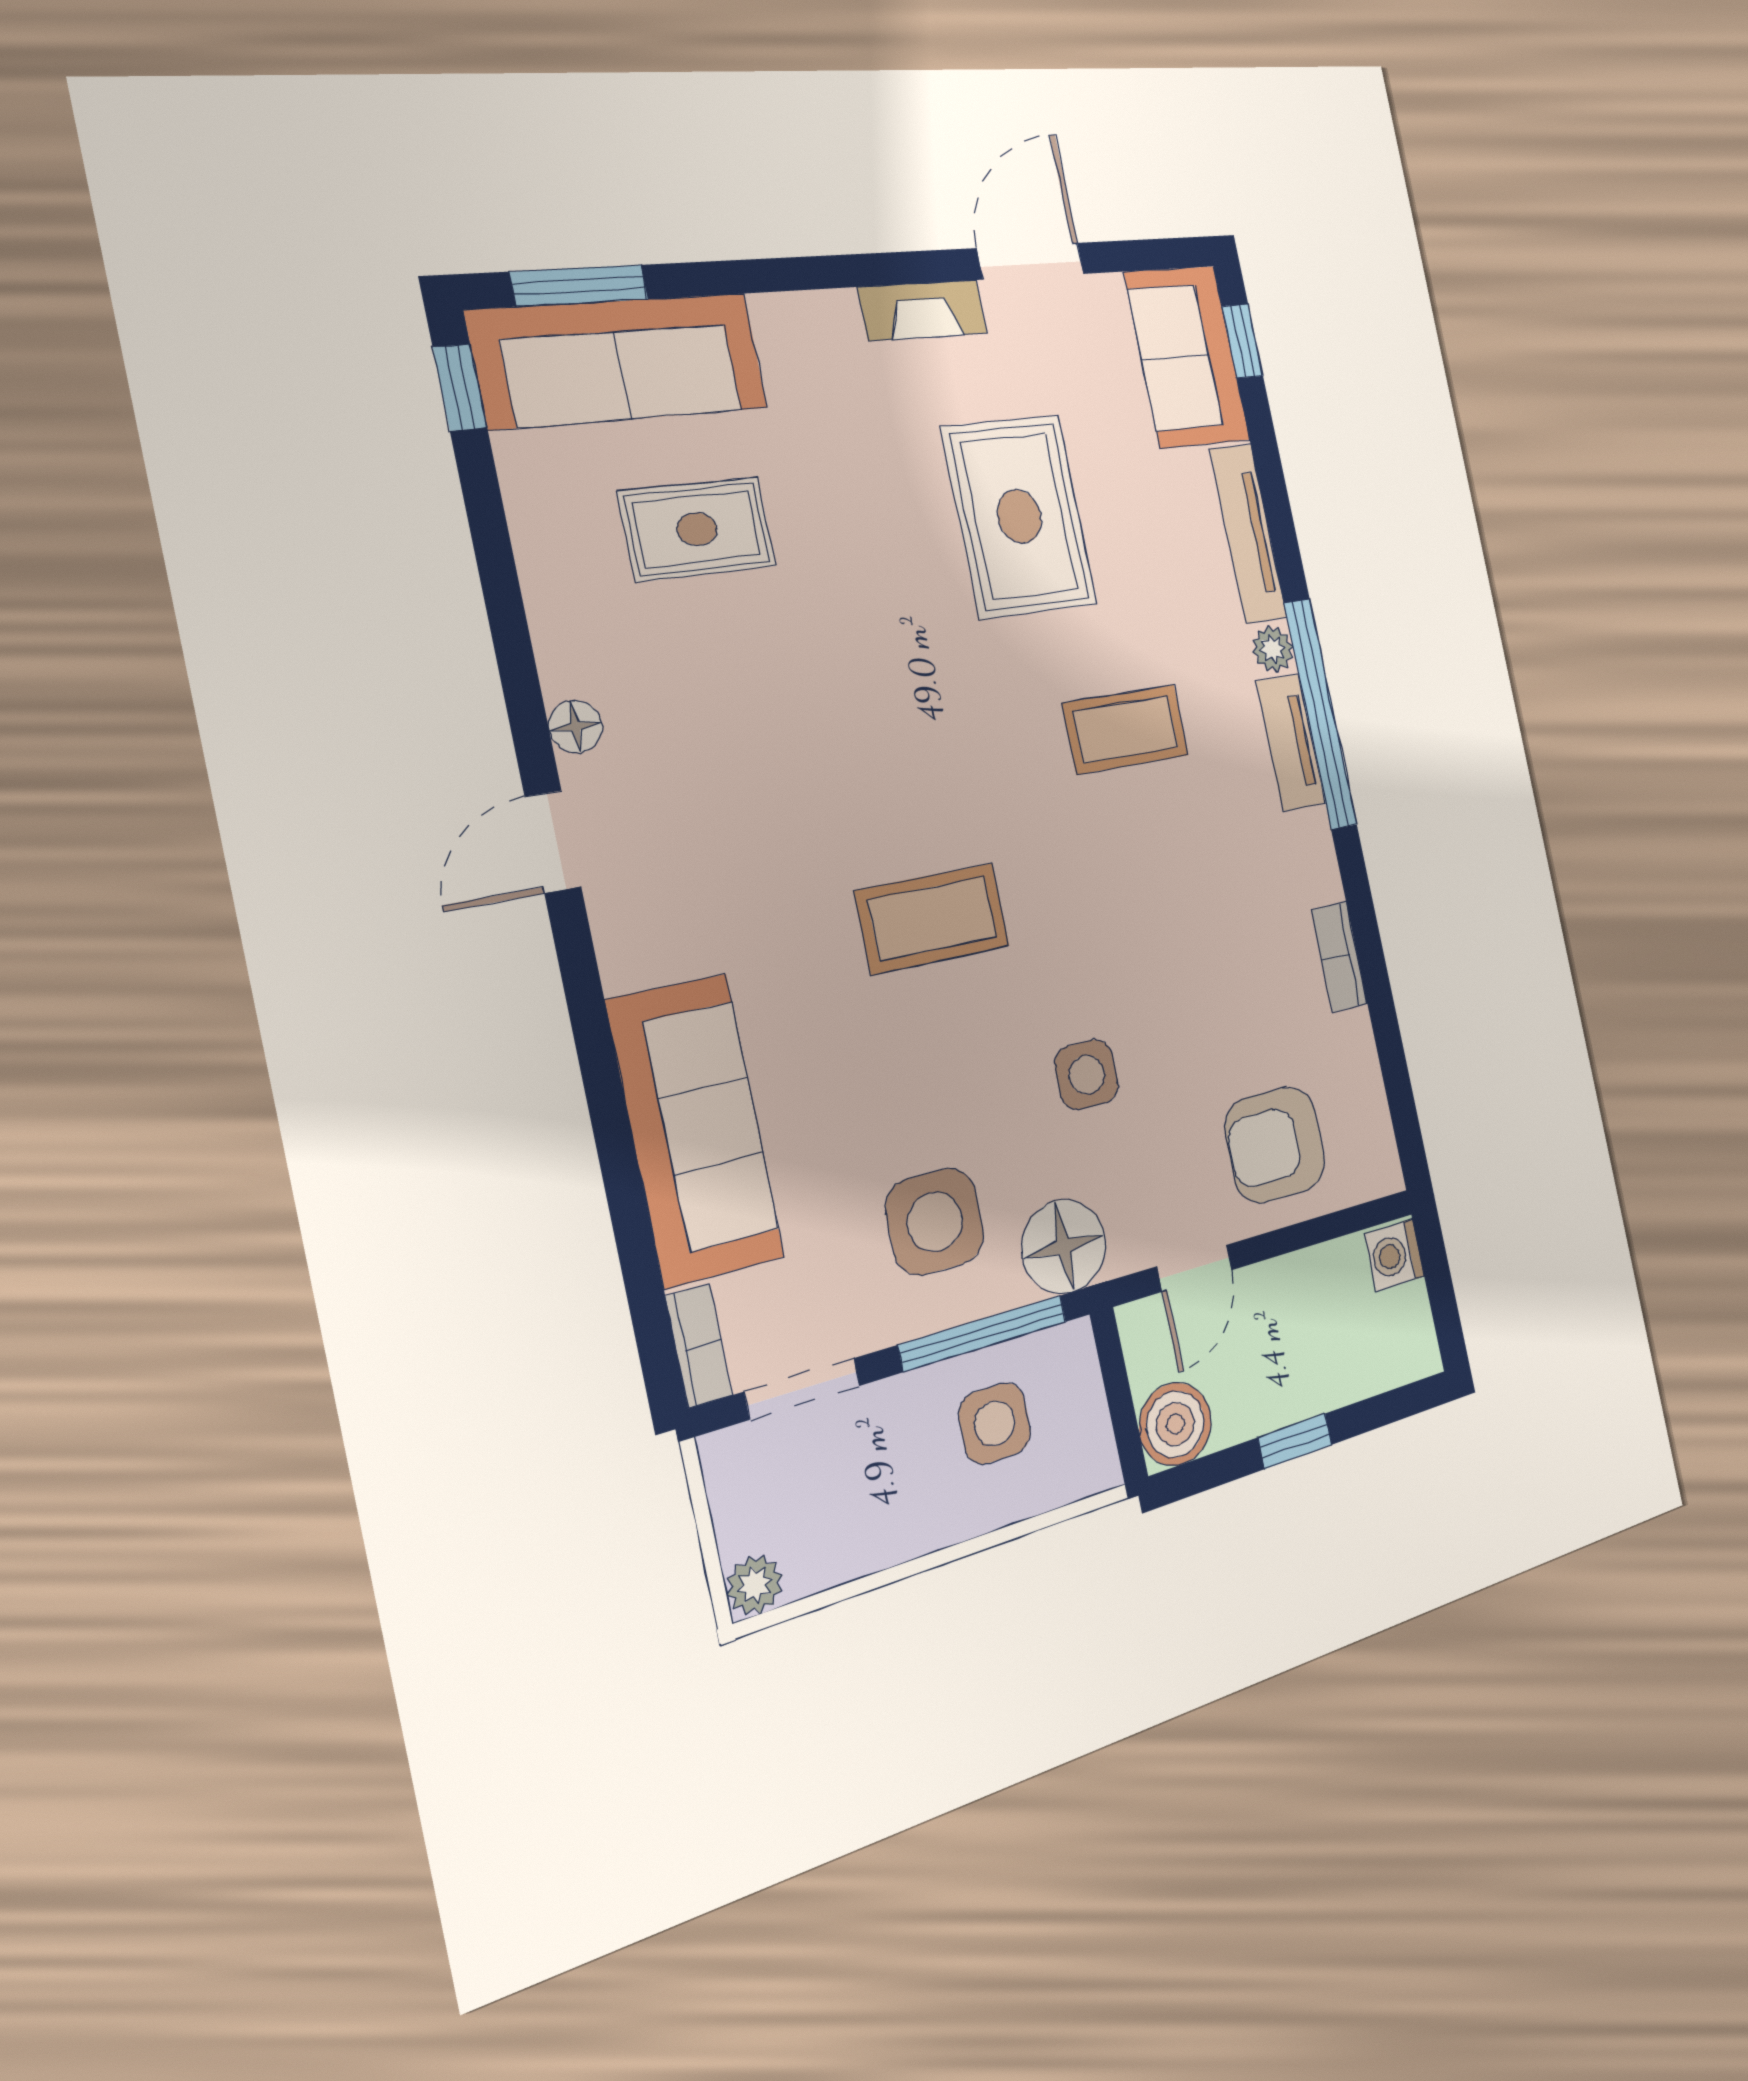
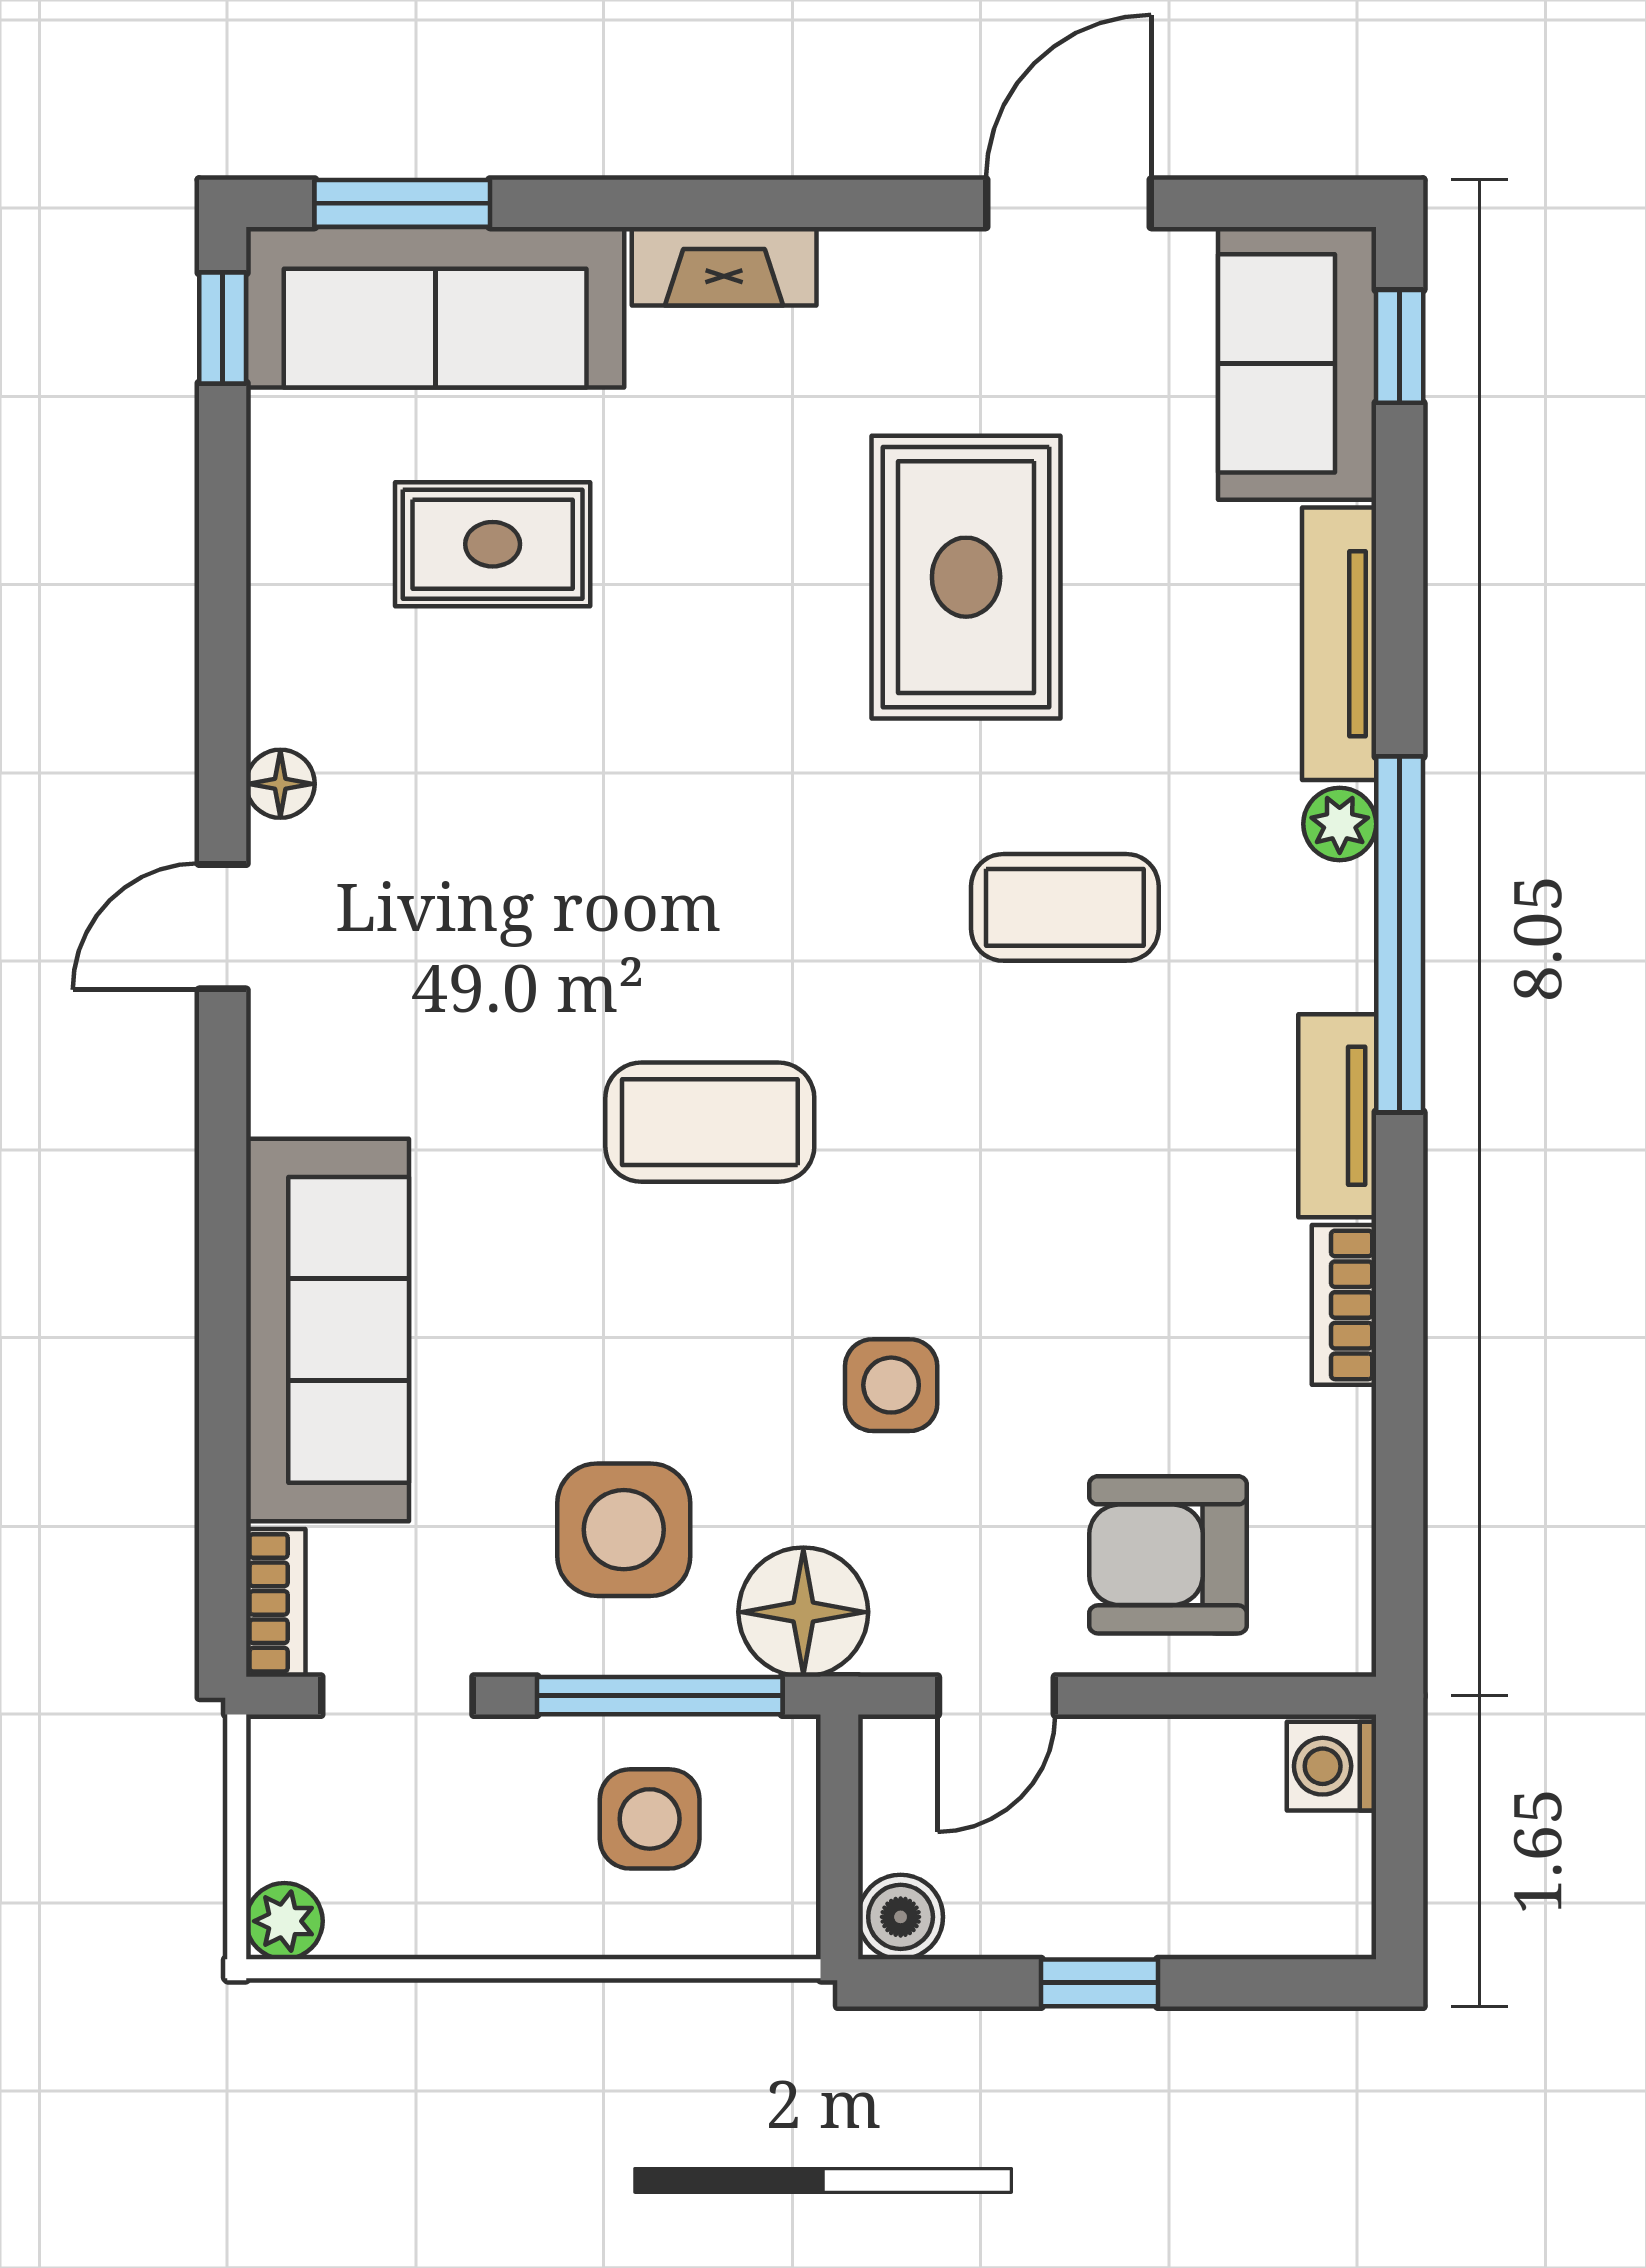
fireplace: (923, 310) -> (724, 266), moved
tv unit: (1291, 742) -> (1337, 1116), moved
boiler: (1175, 1424) -> (901, 1917), width x0.73, depth x0.73

